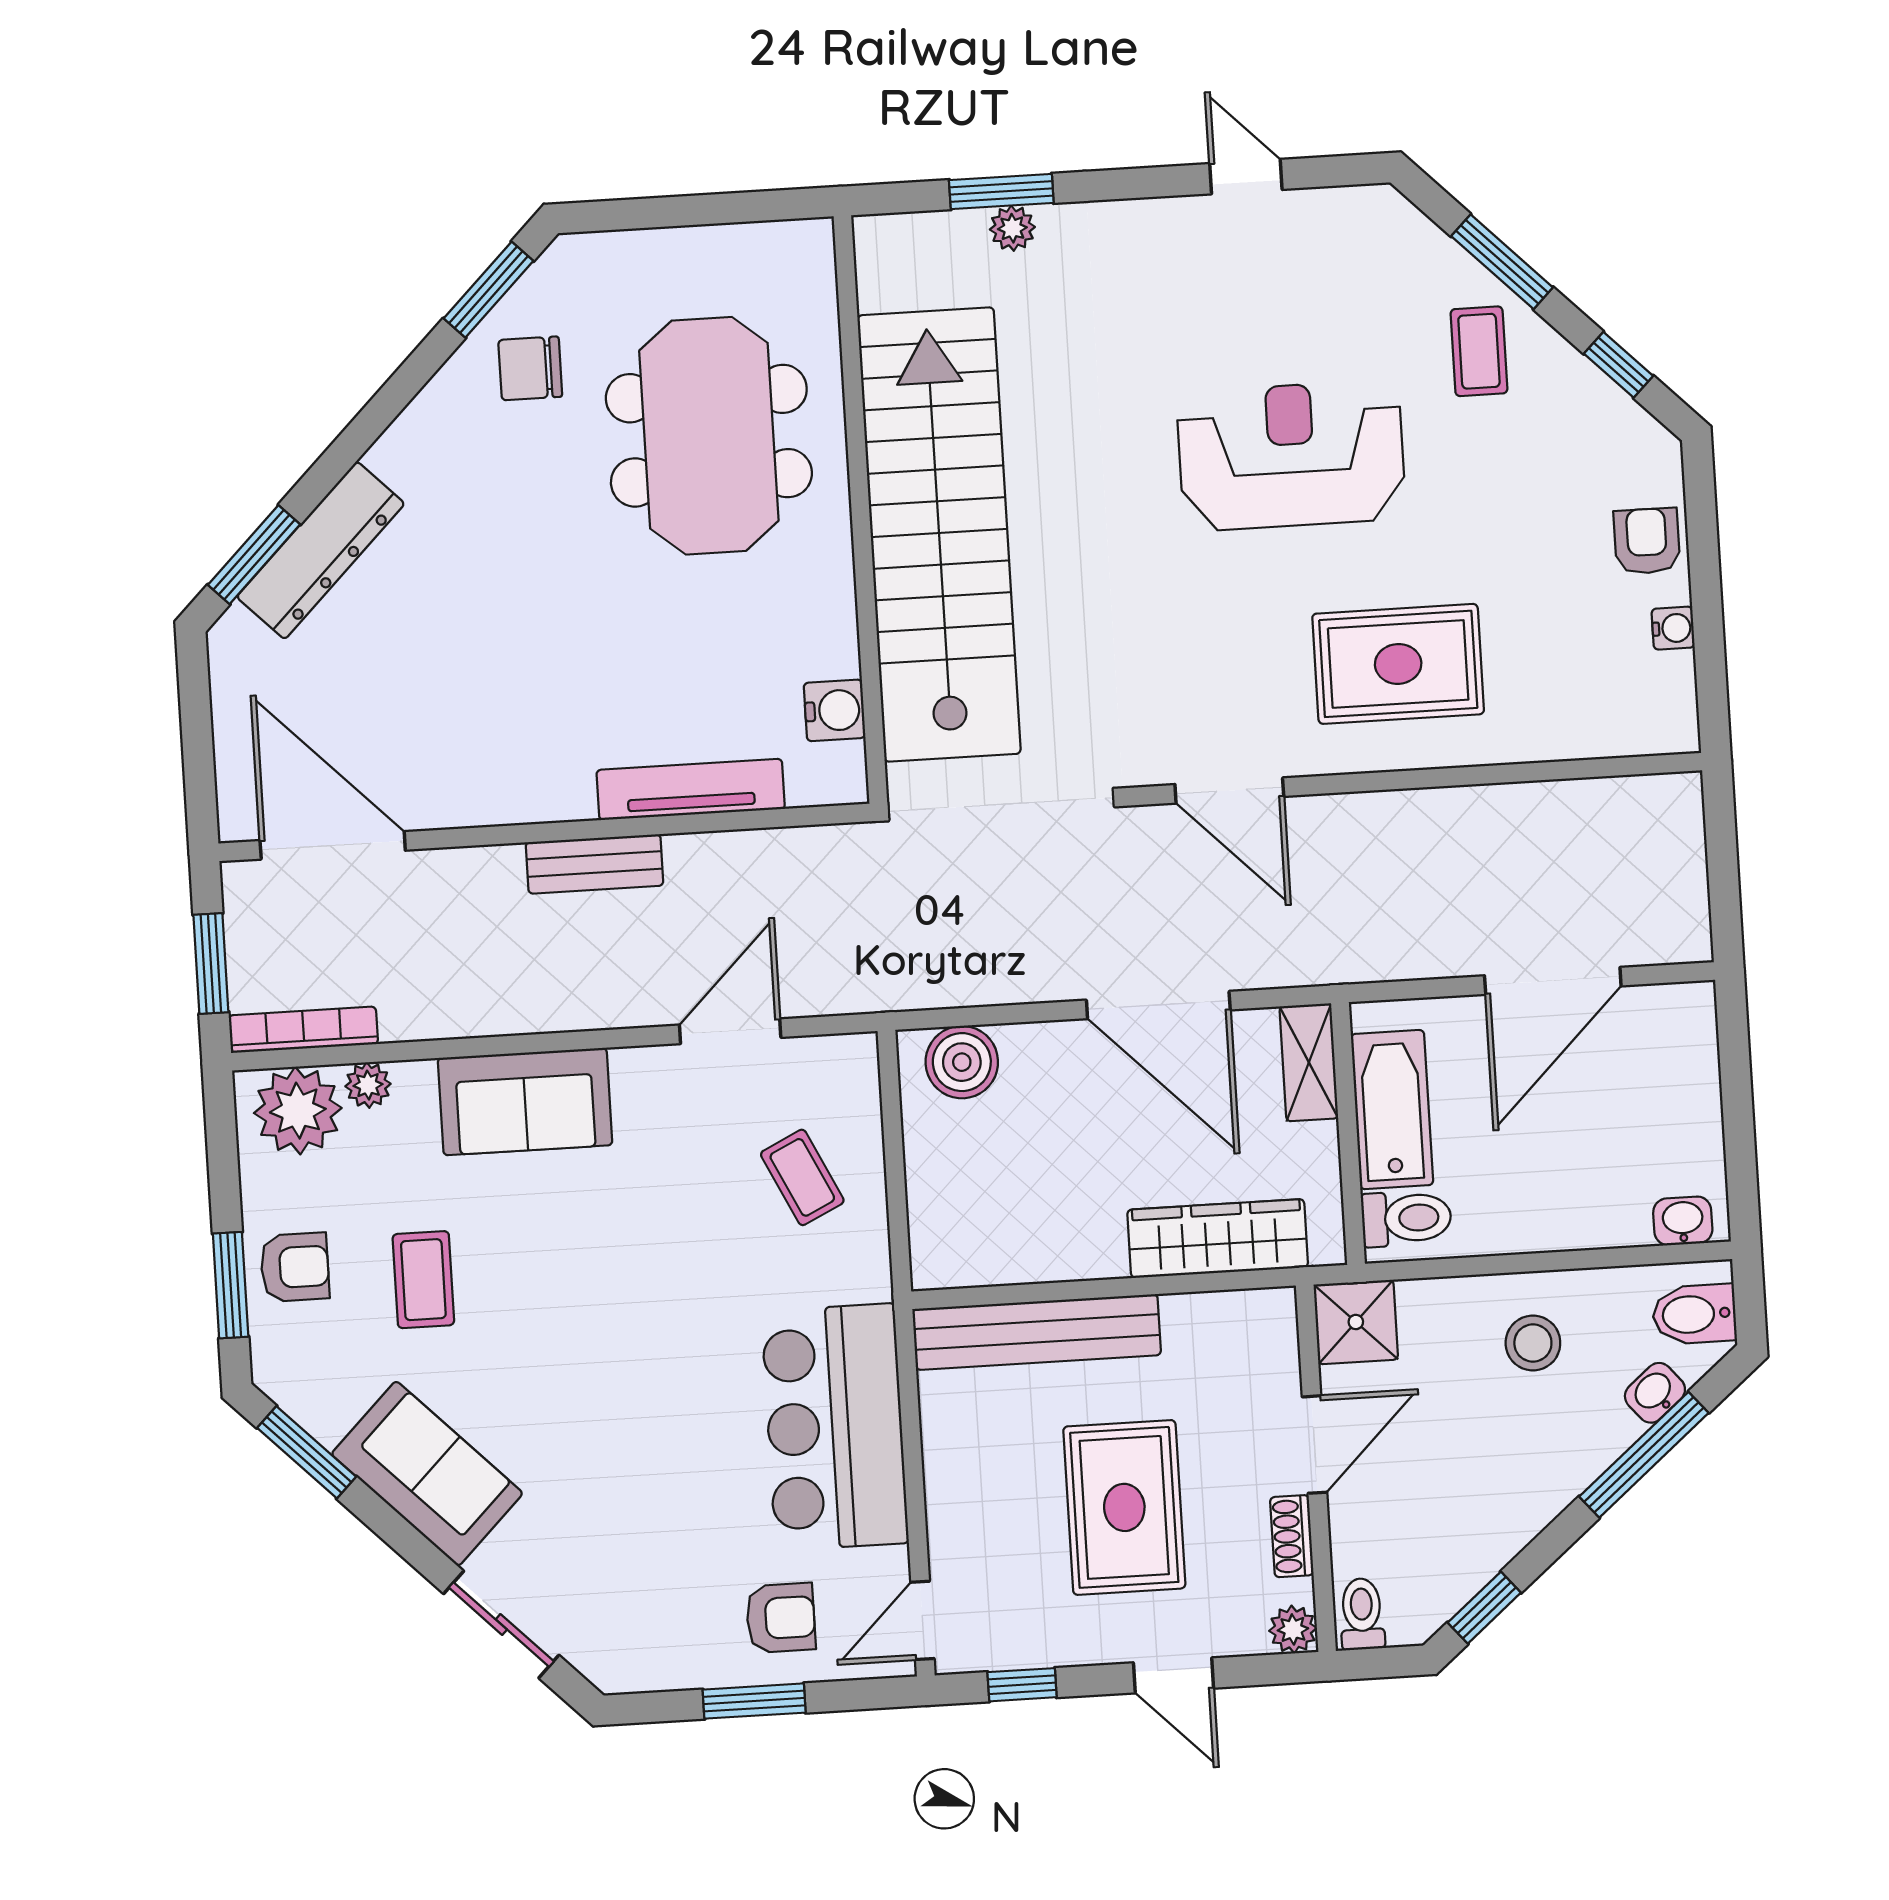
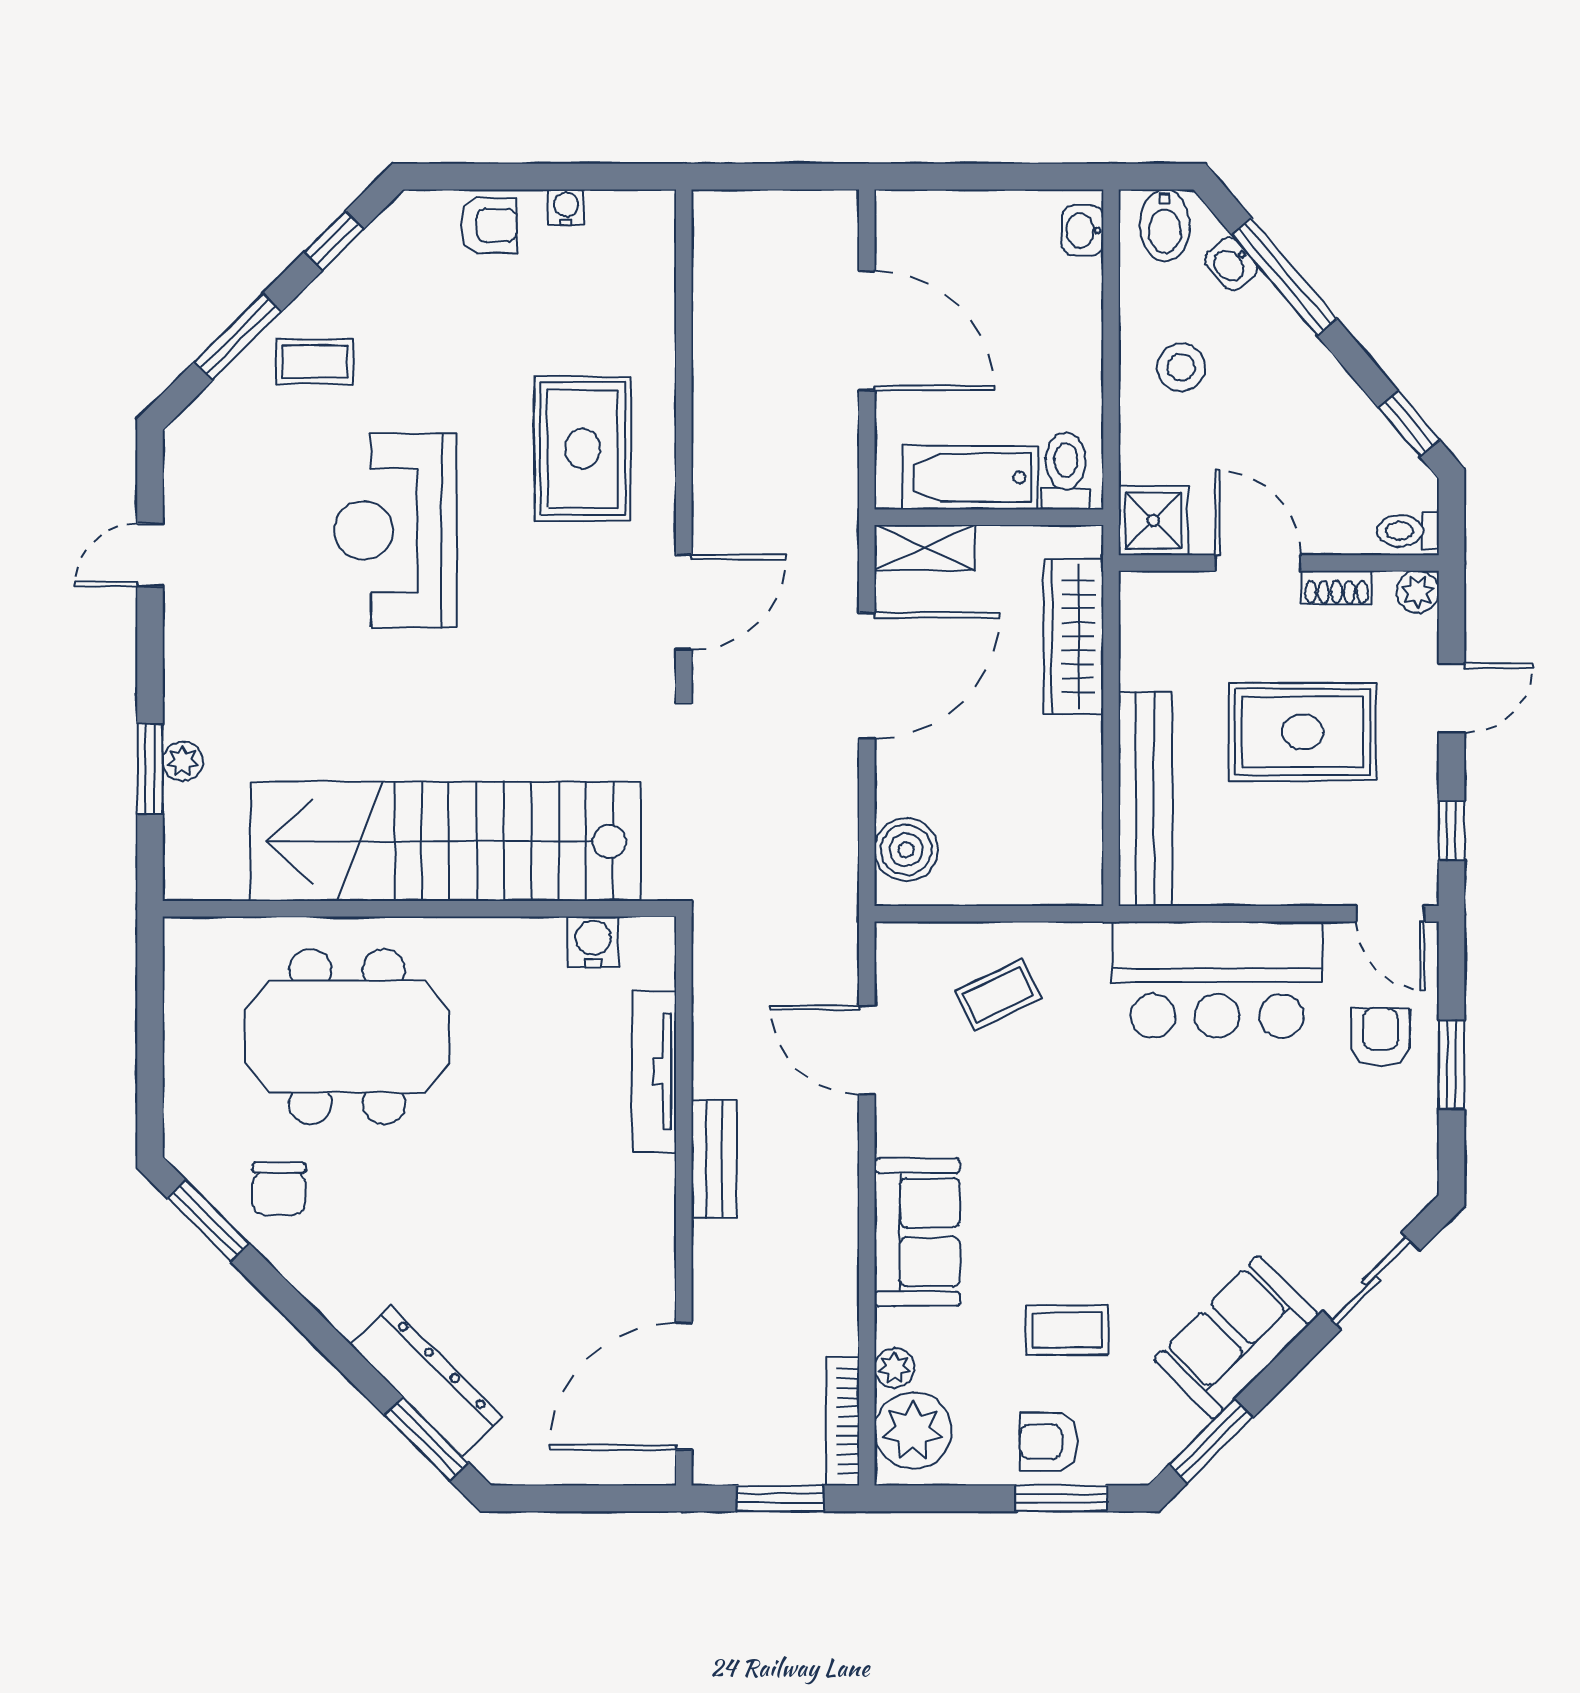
armchair: (1647, 541) -> (489, 225), turned 180
armchair: (295, 1267) -> (1049, 1442), turned -90

